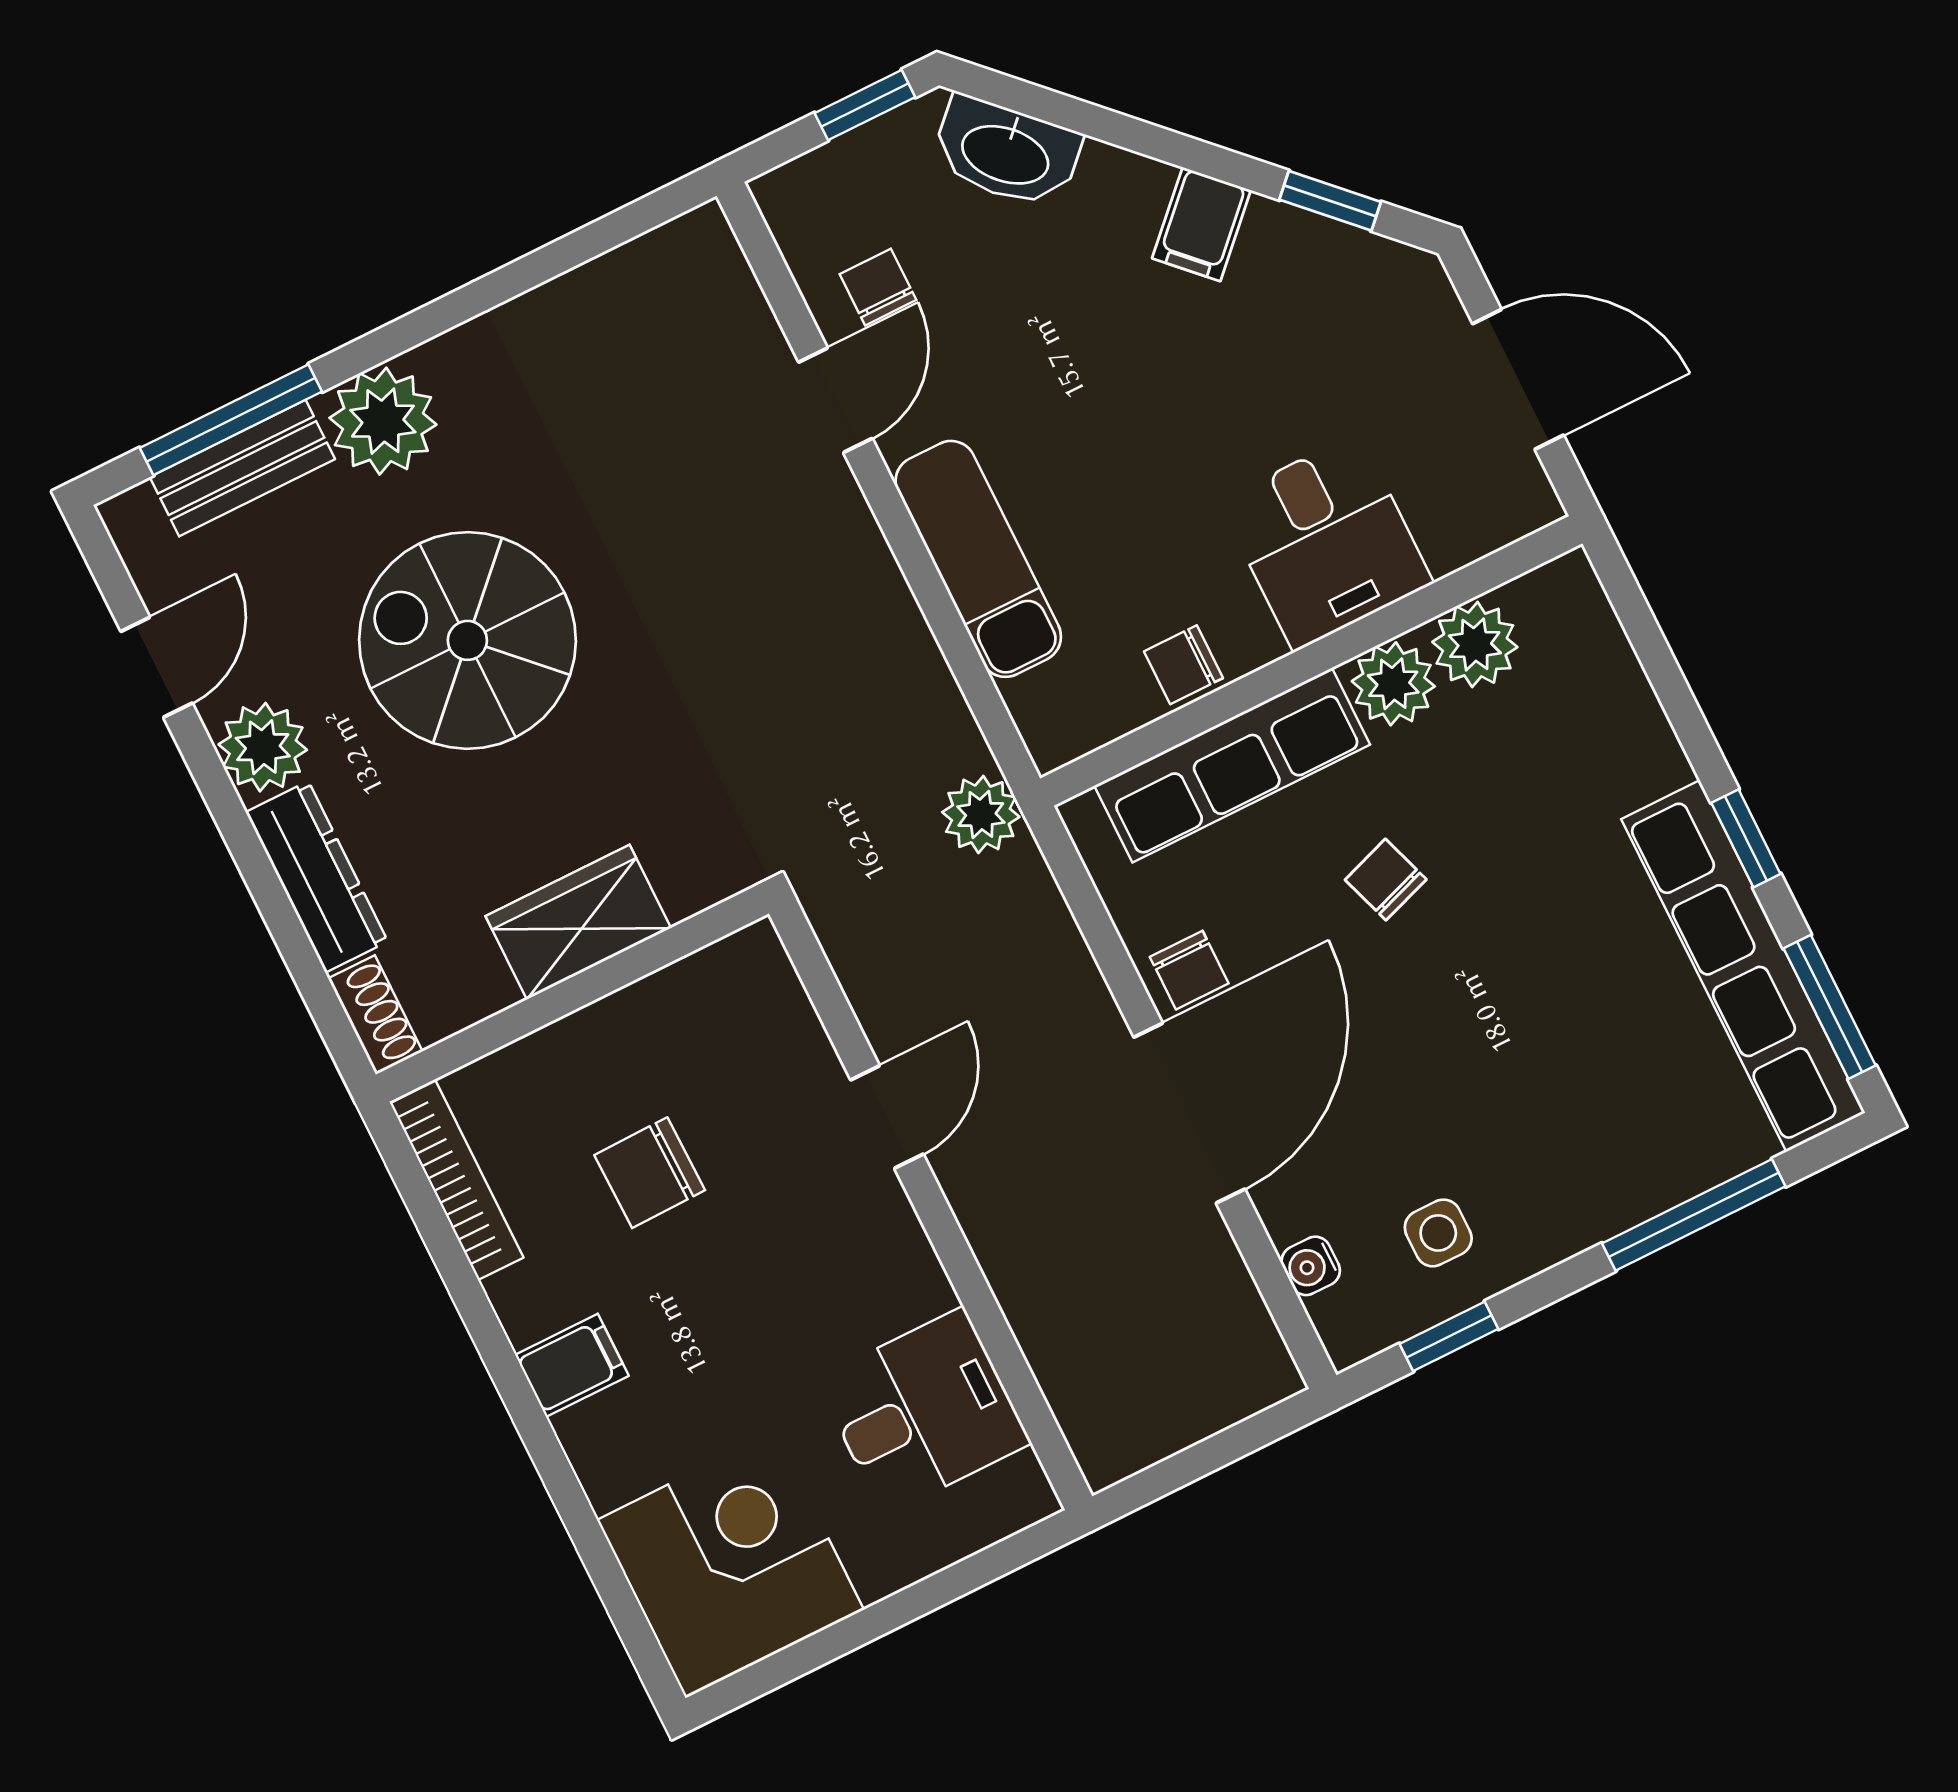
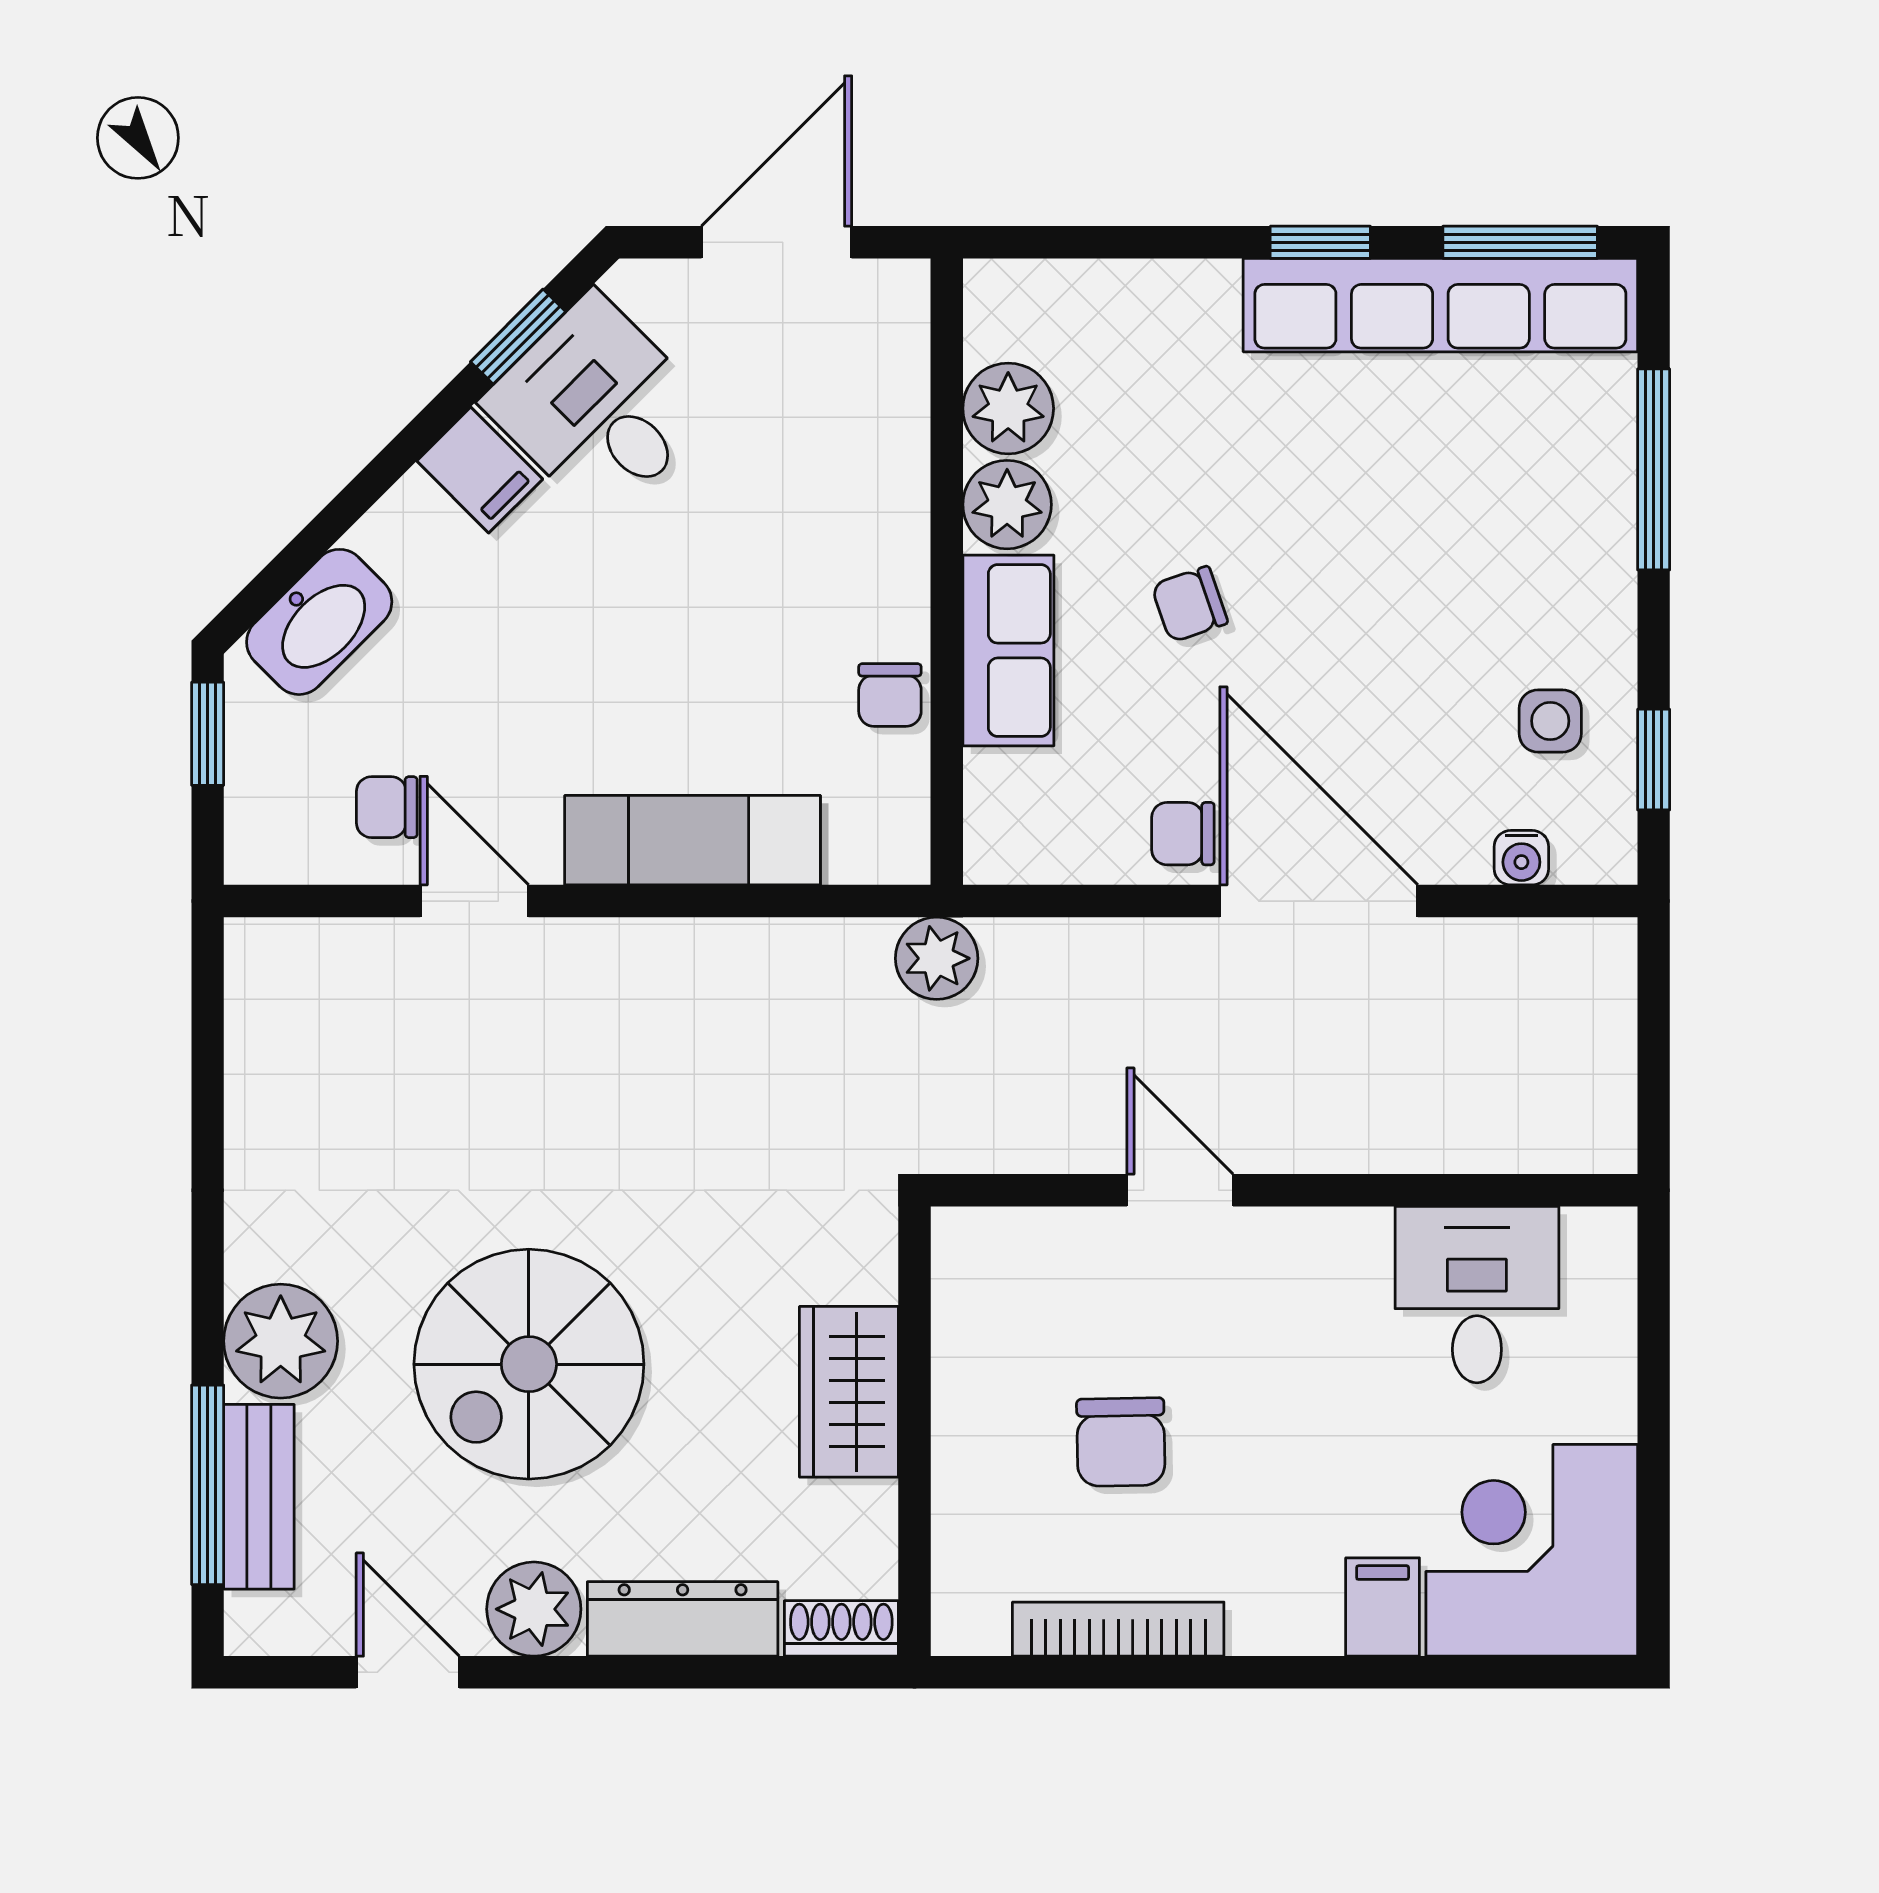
desk: (1326, 542) -> (598, 407), moved, turned -135
row of seats: (1232, 765) -> (1008, 651), width x0.68
chair: (1189, 970) -> (1183, 834), turned 180
bookcase: (456, 1180) -> (1118, 1629), moved
filing cabinet: (572, 1365) -> (1383, 1607), moved

